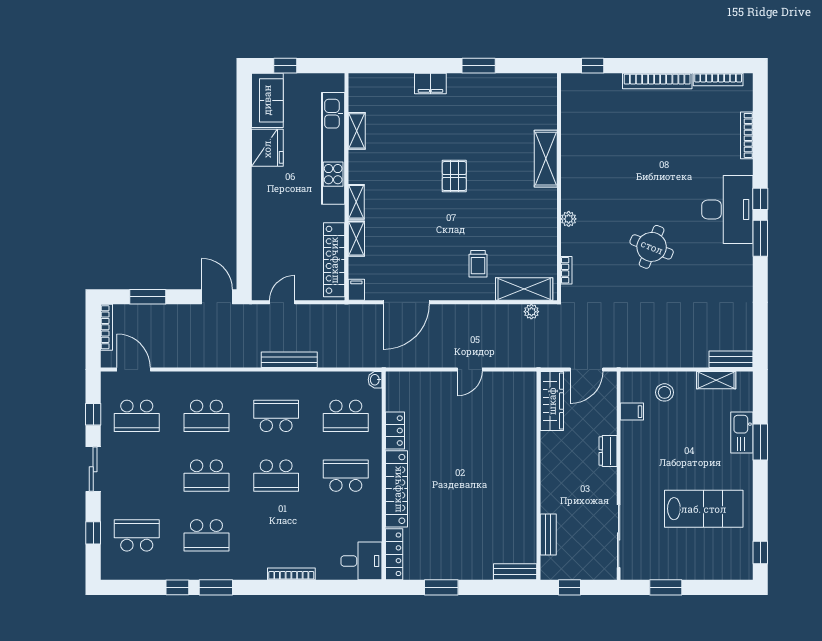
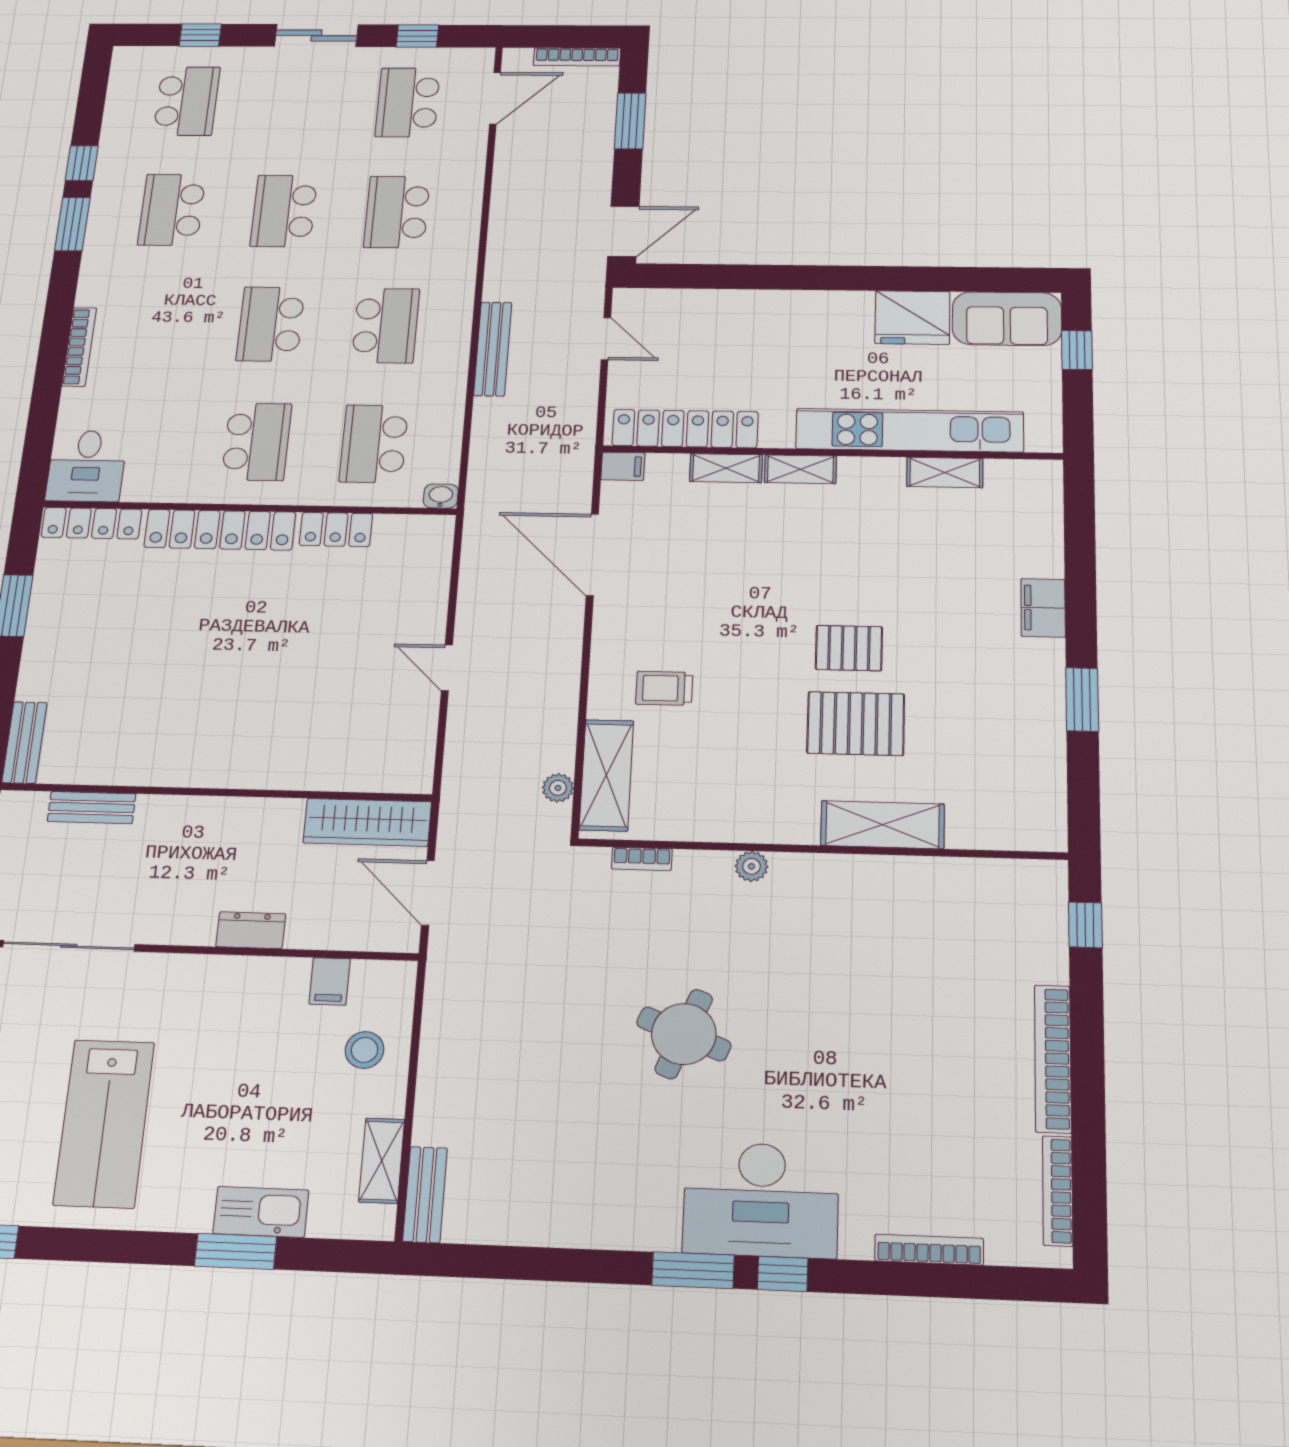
pallet: (494, 172) -> (856, 724), added

